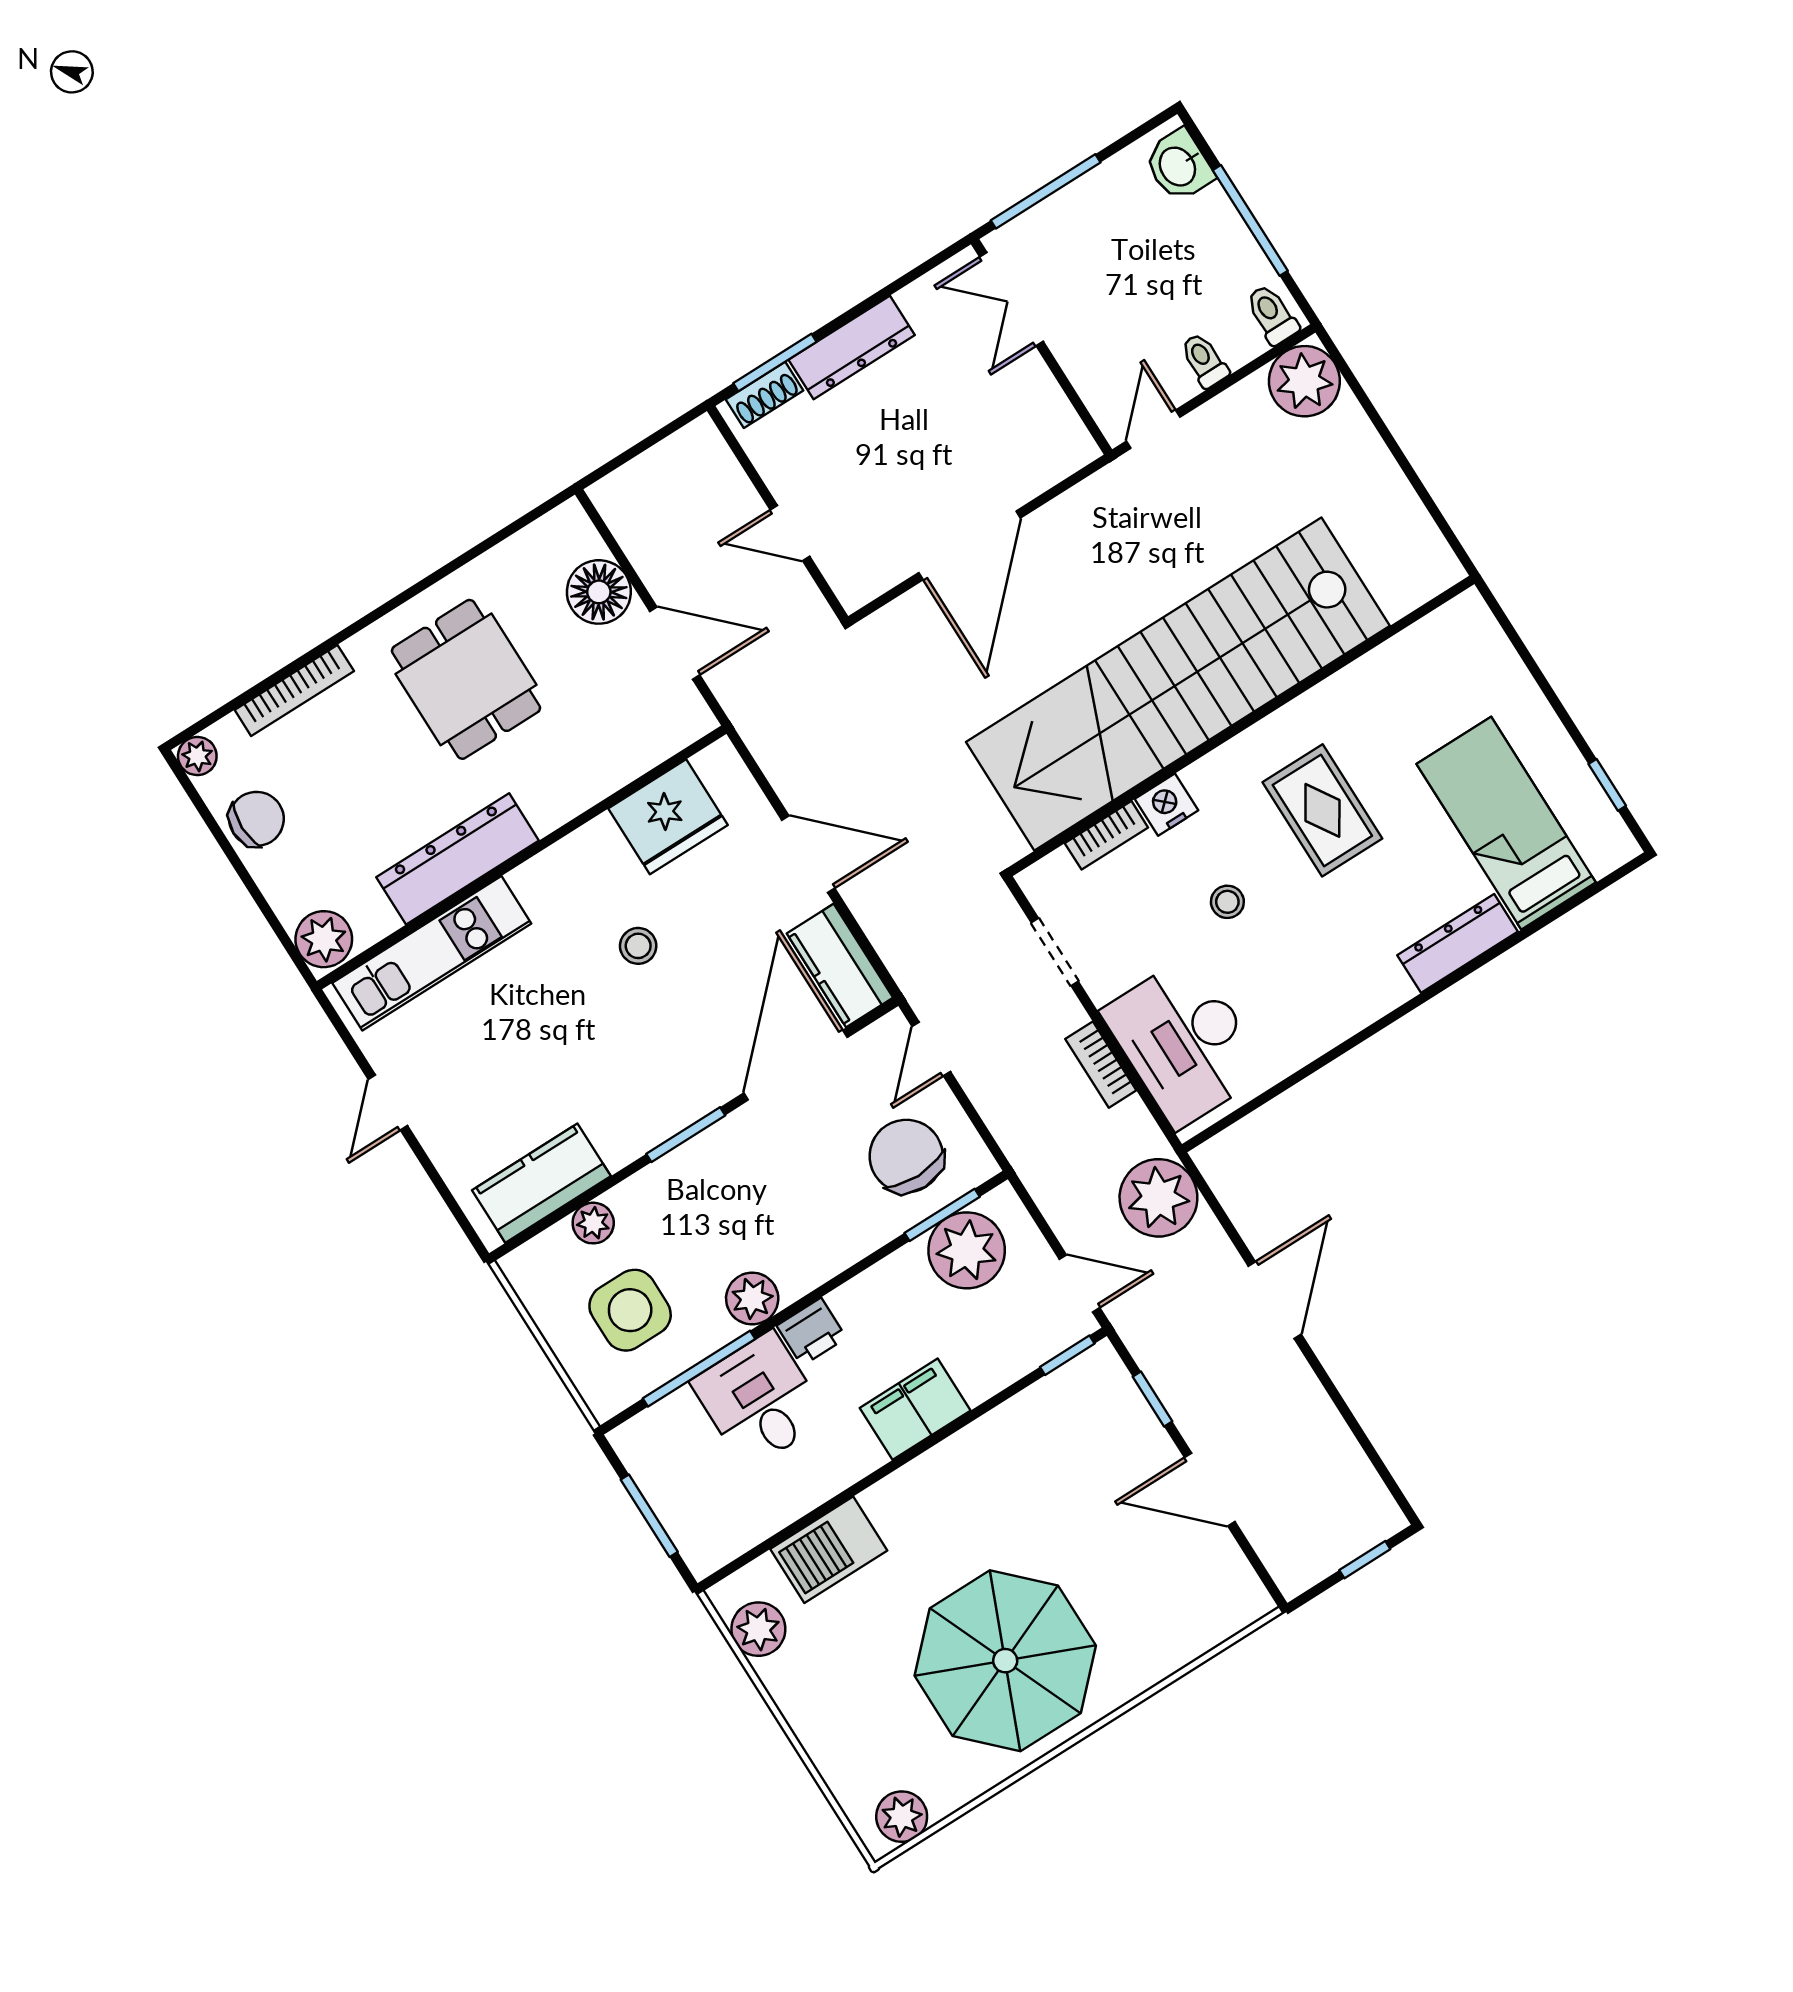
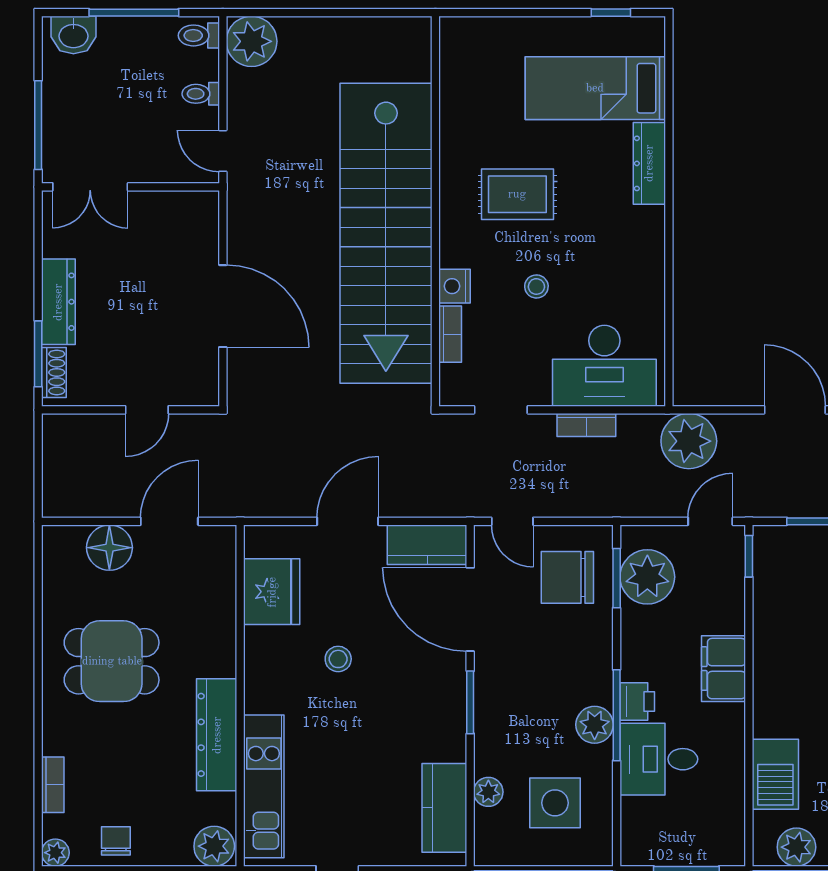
bookcase: (294, 690) -> (53, 785), width x0.64
chair: (256, 819) -> (116, 841), width x0.73, depth x0.73
window: (699, 1369) -> (617, 715), moved

